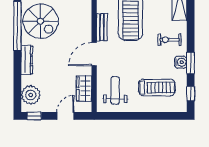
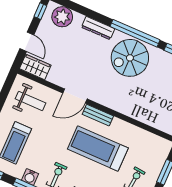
door: (94, 54) -> (75, 96), swing flipped
wardrobe: (84, 88) -> (35, 67), moved

